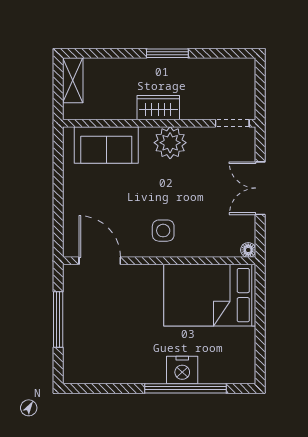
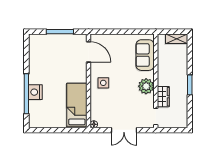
wardrobe: (158, 108) -> (163, 97), moved
double door: (260, 188) -> (124, 130), swing flipped
door: (100, 261) -> (89, 52), hinge flipped
bed: (210, 295) -> (77, 106), width x0.67

